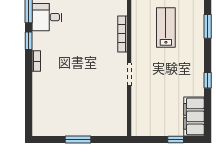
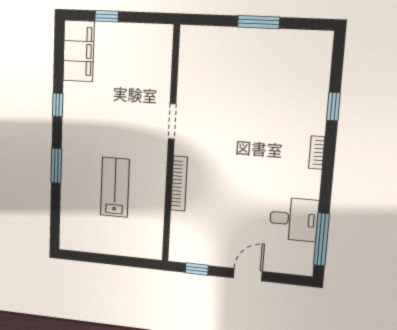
window: (208, 26) -> (56, 166), moved
lab bench: (166, 28) -> (115, 187), turned 180
window: (29, 41) -> (333, 107), moved

